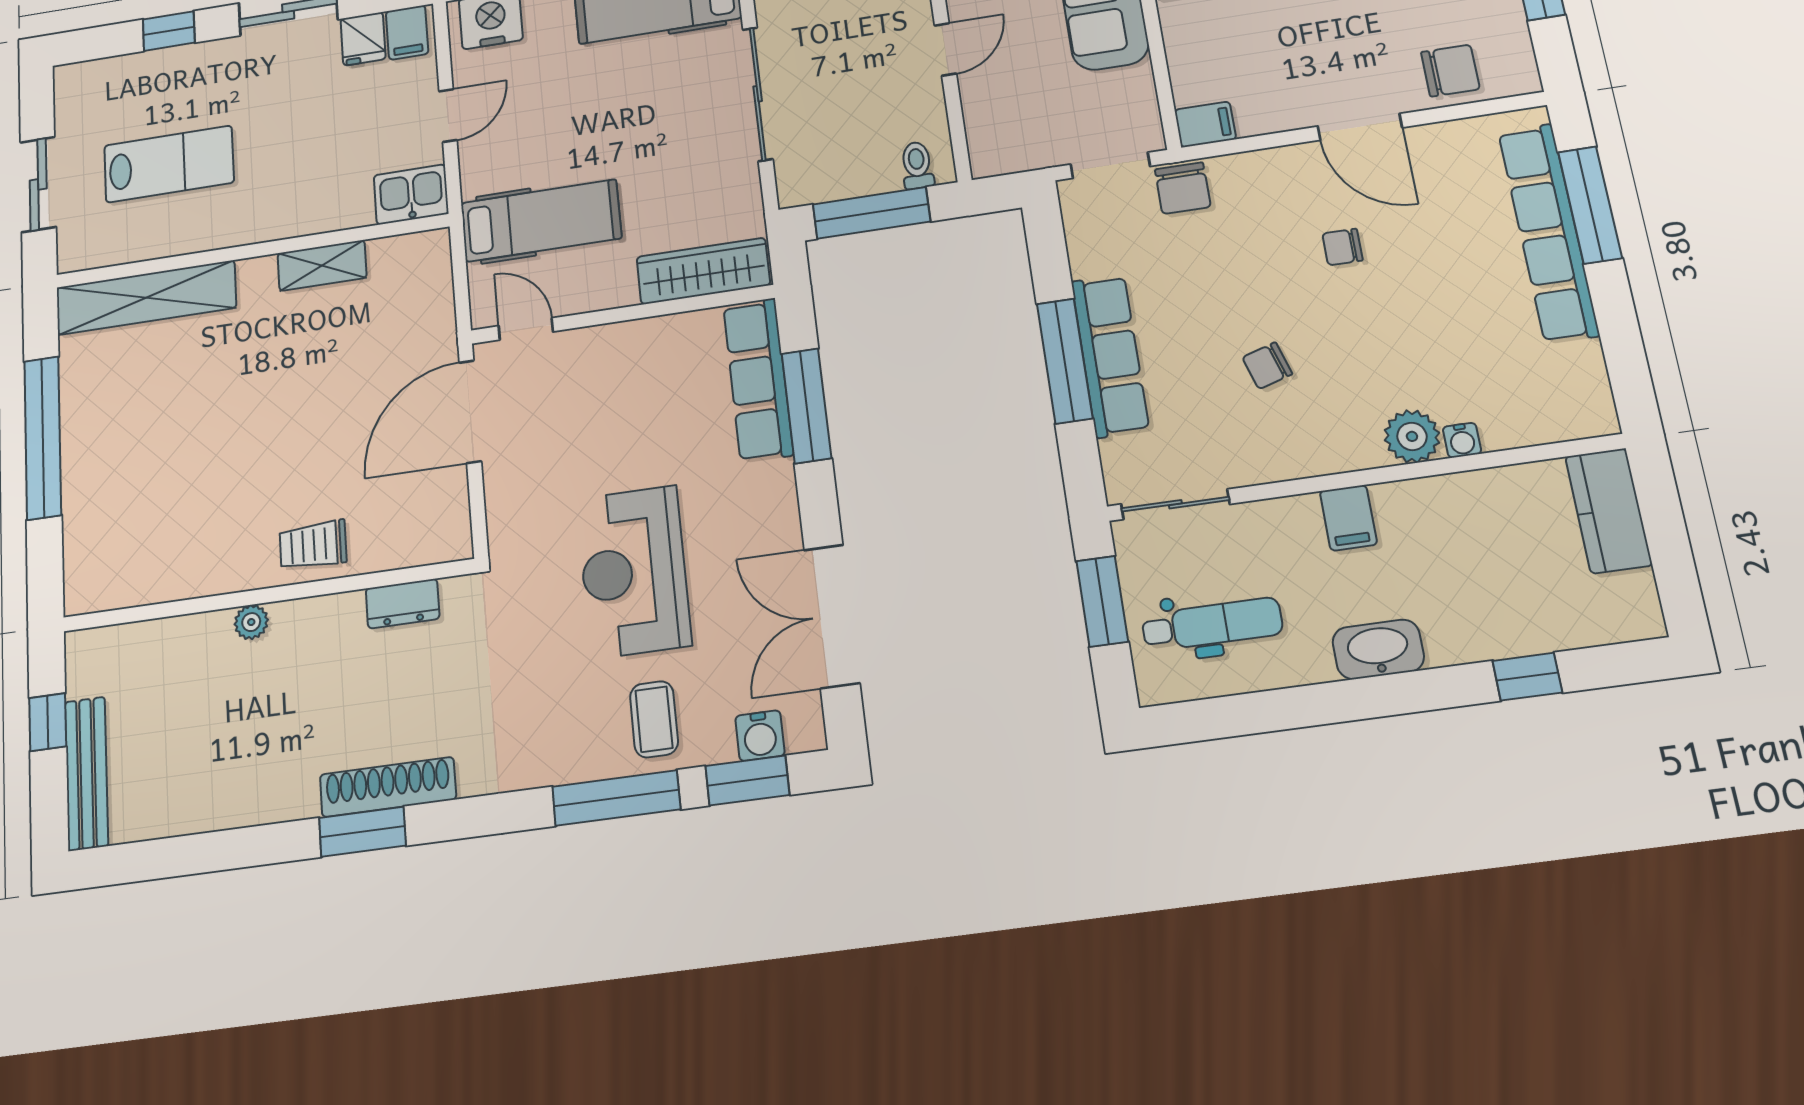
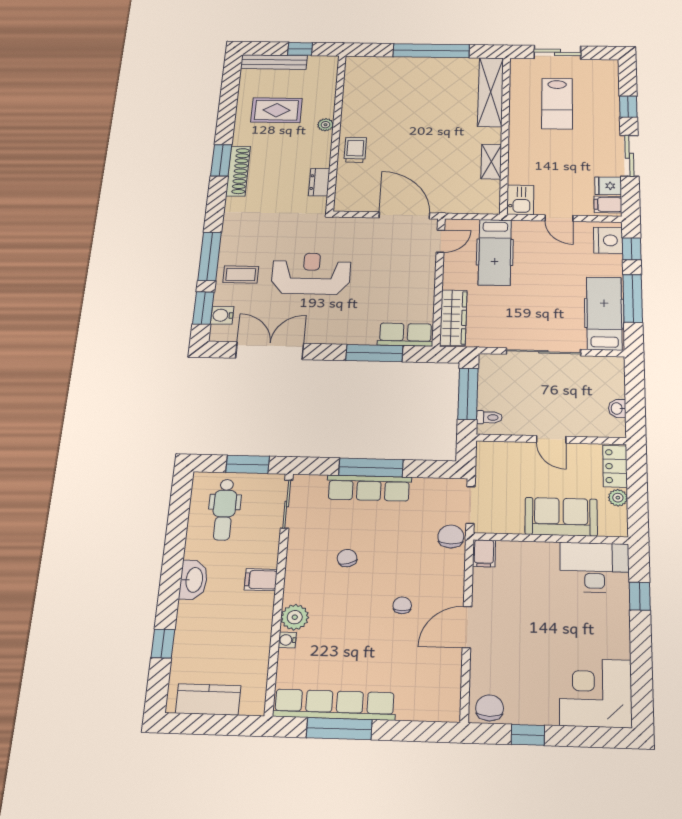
chair: (1450, 71) -> (490, 708), moved, turned 180
chair: (1183, 188) -> (451, 536), turned 90
window: (1590, 205) -> (339, 729), moved
row of seats: (1548, 233) -> (334, 705), moved
row of seats: (758, 380) -> (405, 335), width x0.68
kitchen counter: (1609, 511) -> (208, 699), moved
rug: (219, 738) -> (276, 110), added

